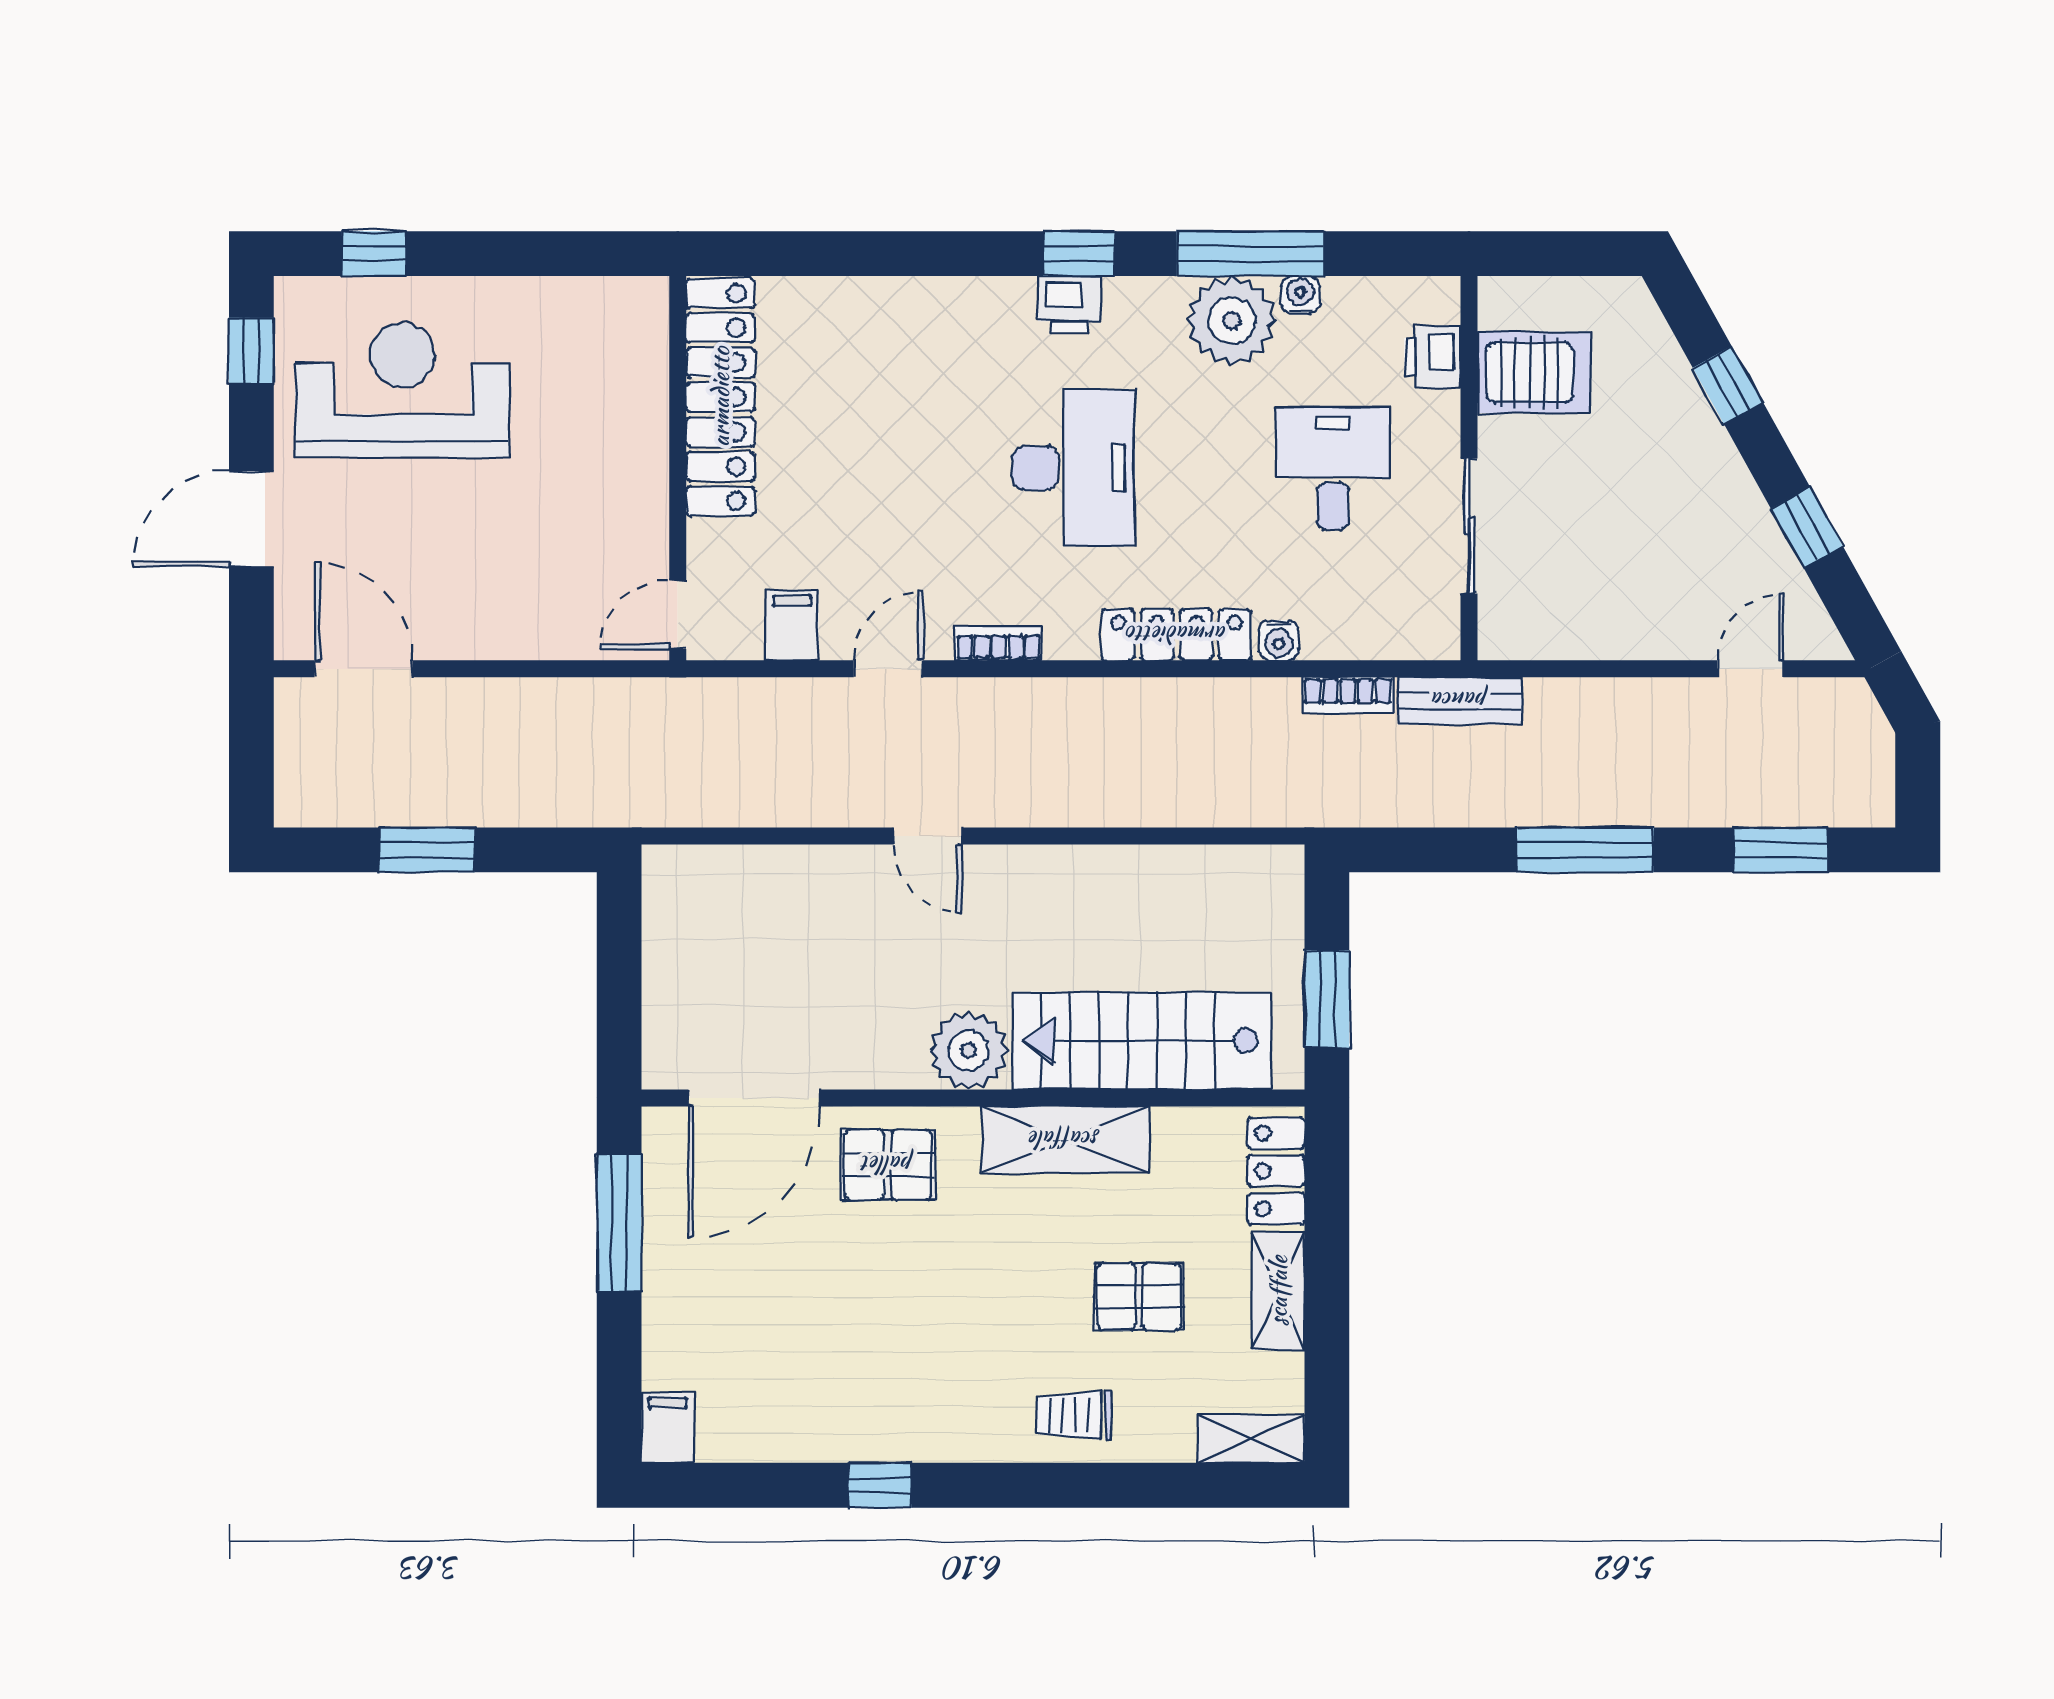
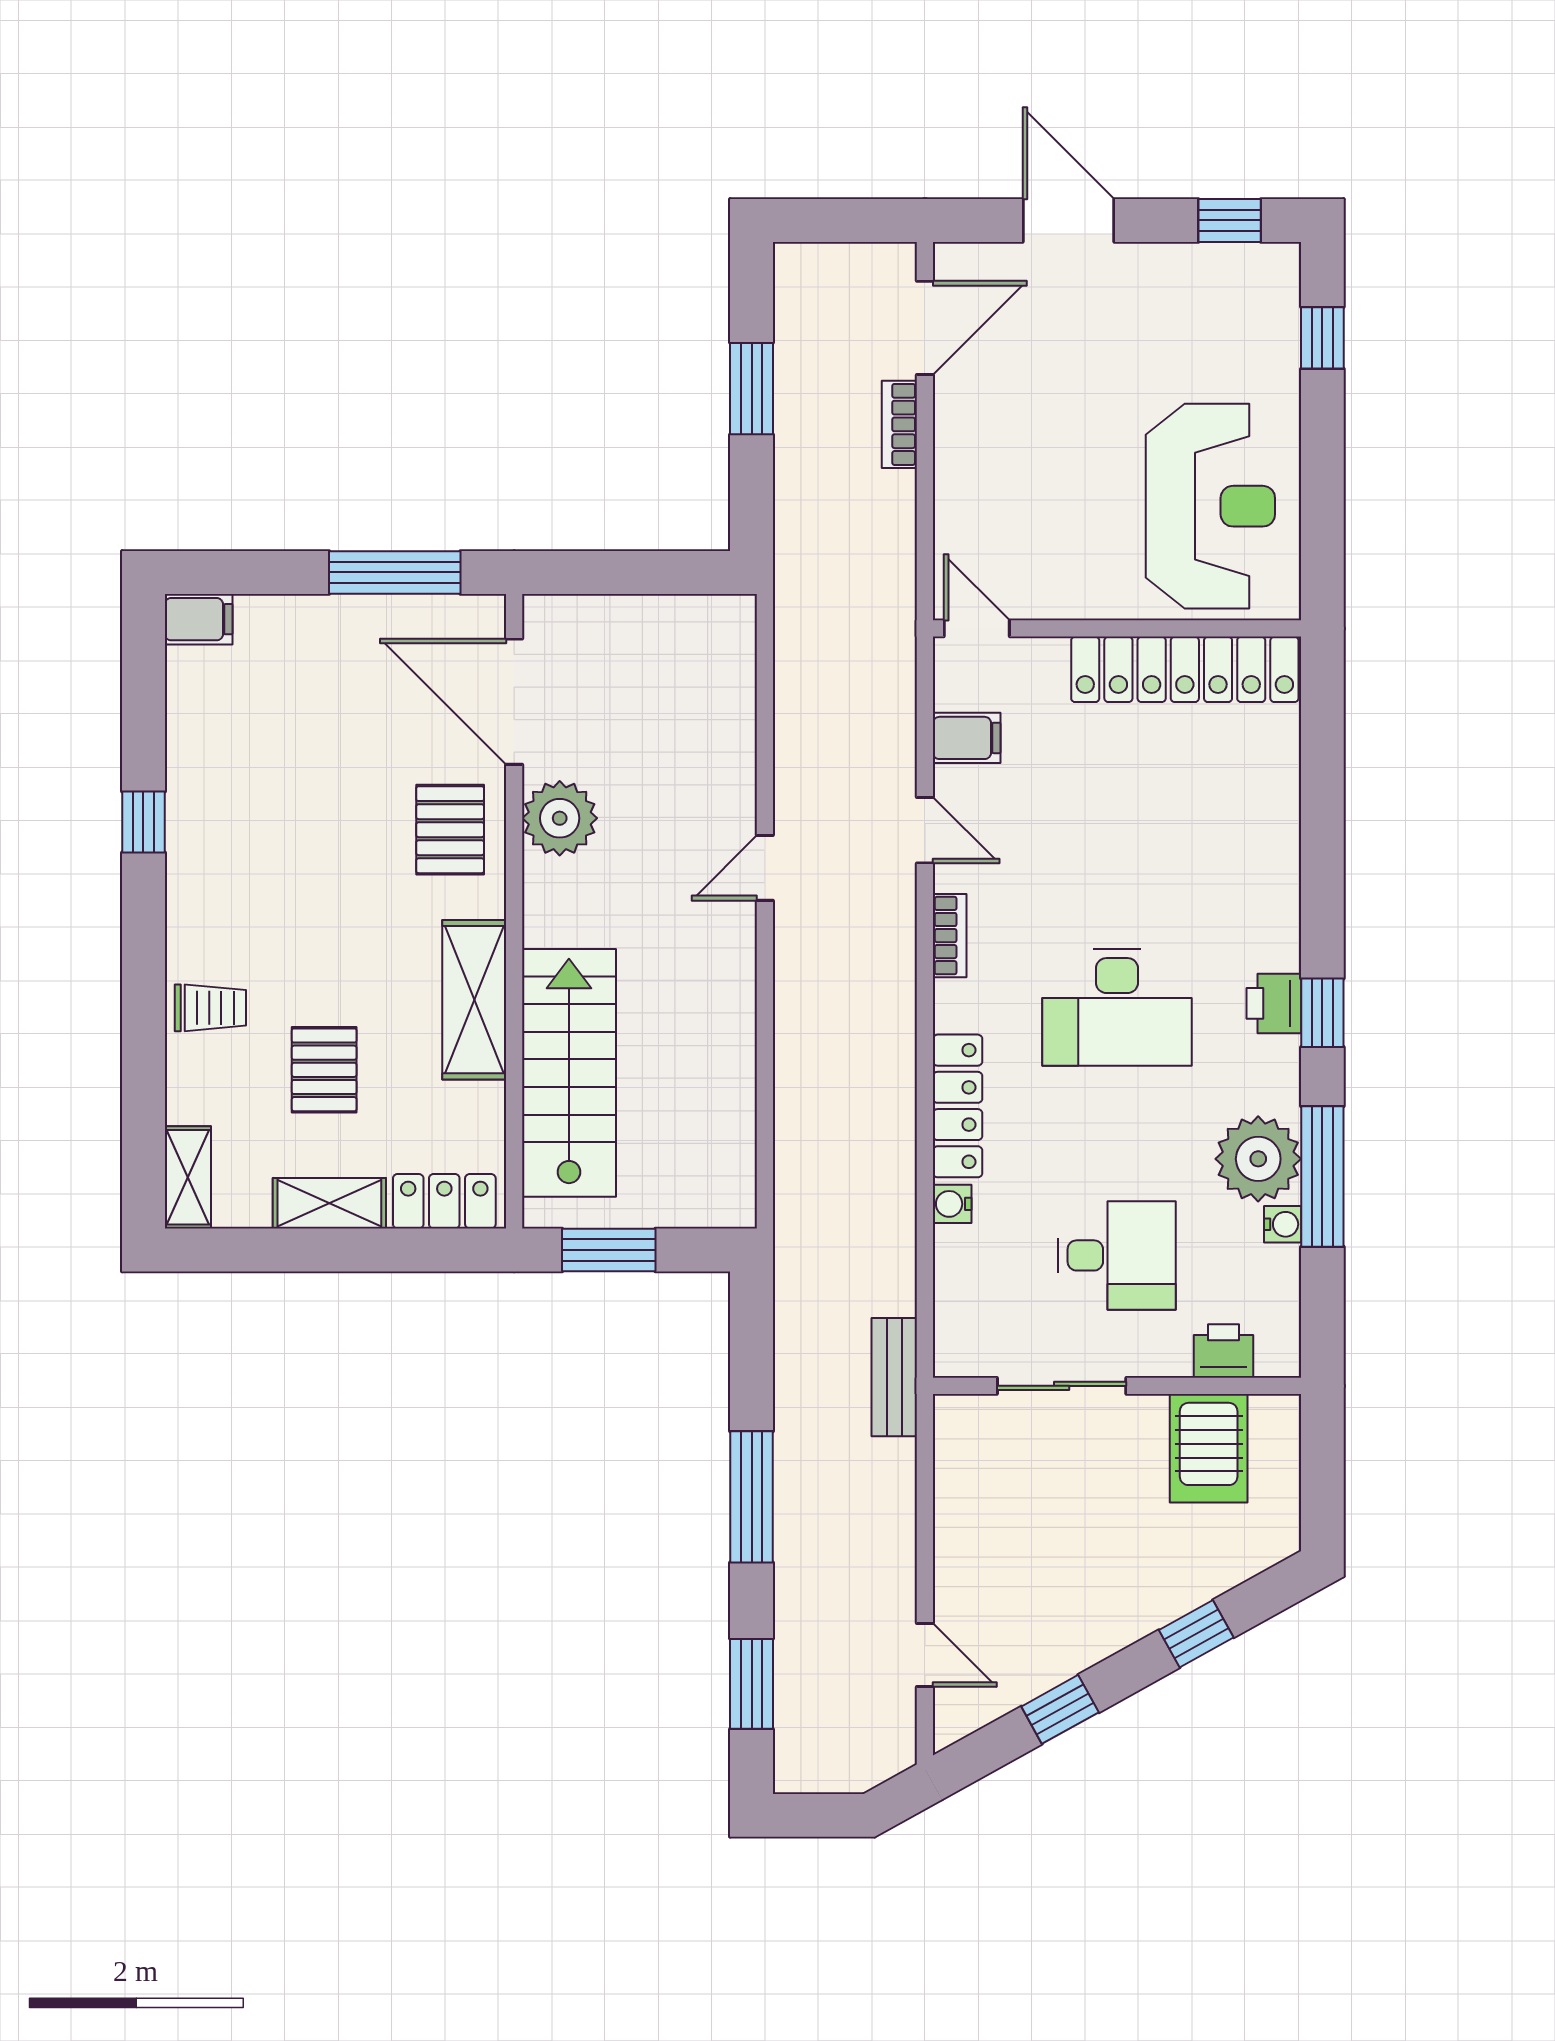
reception desk: (402, 390) -> (1210, 506), moved
bookcase: (1348, 695) -> (899, 424), moved
plant: (969, 1050) -> (560, 818), moved
trolley: (1074, 1415) -> (210, 1008), turned 90

